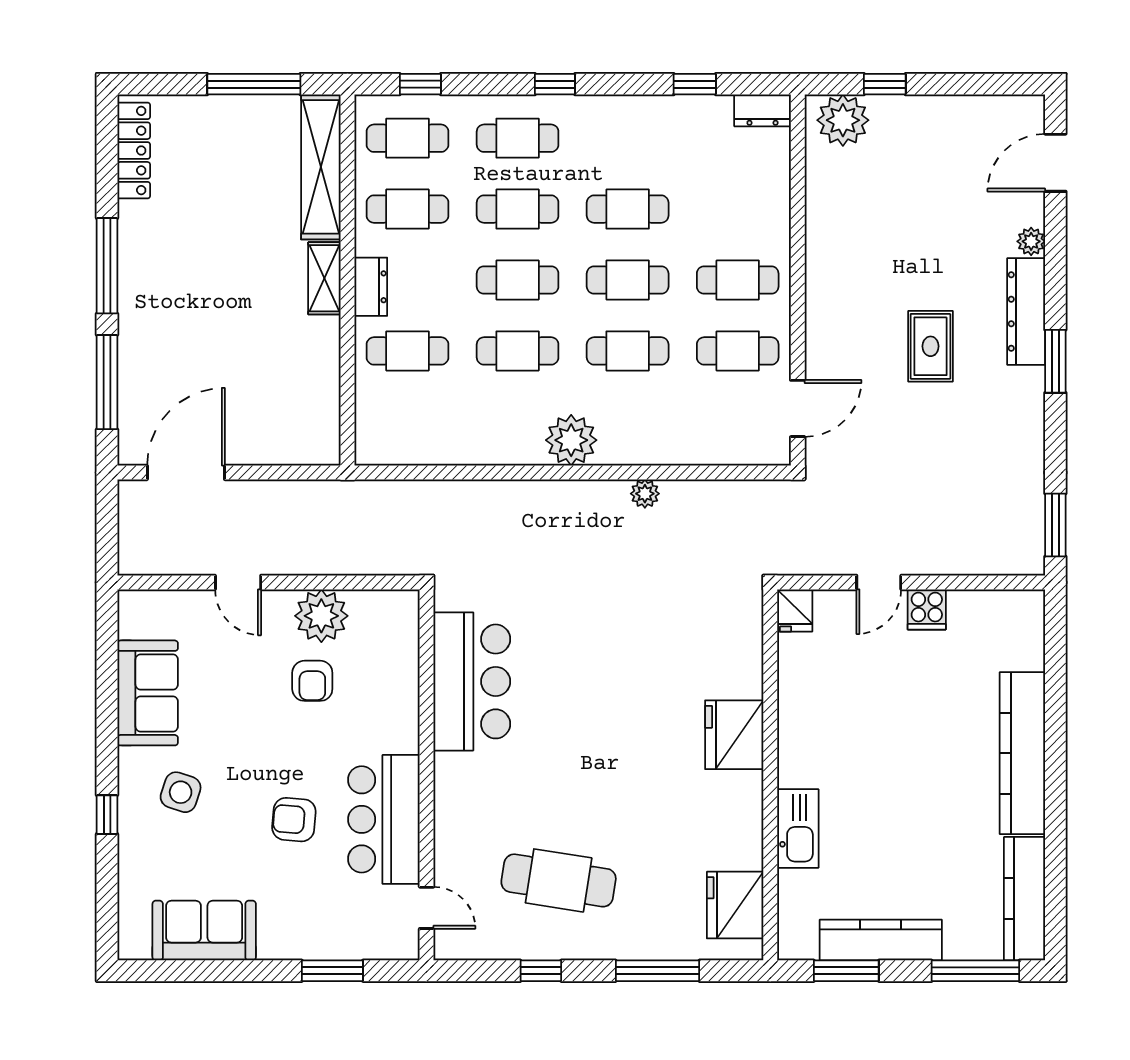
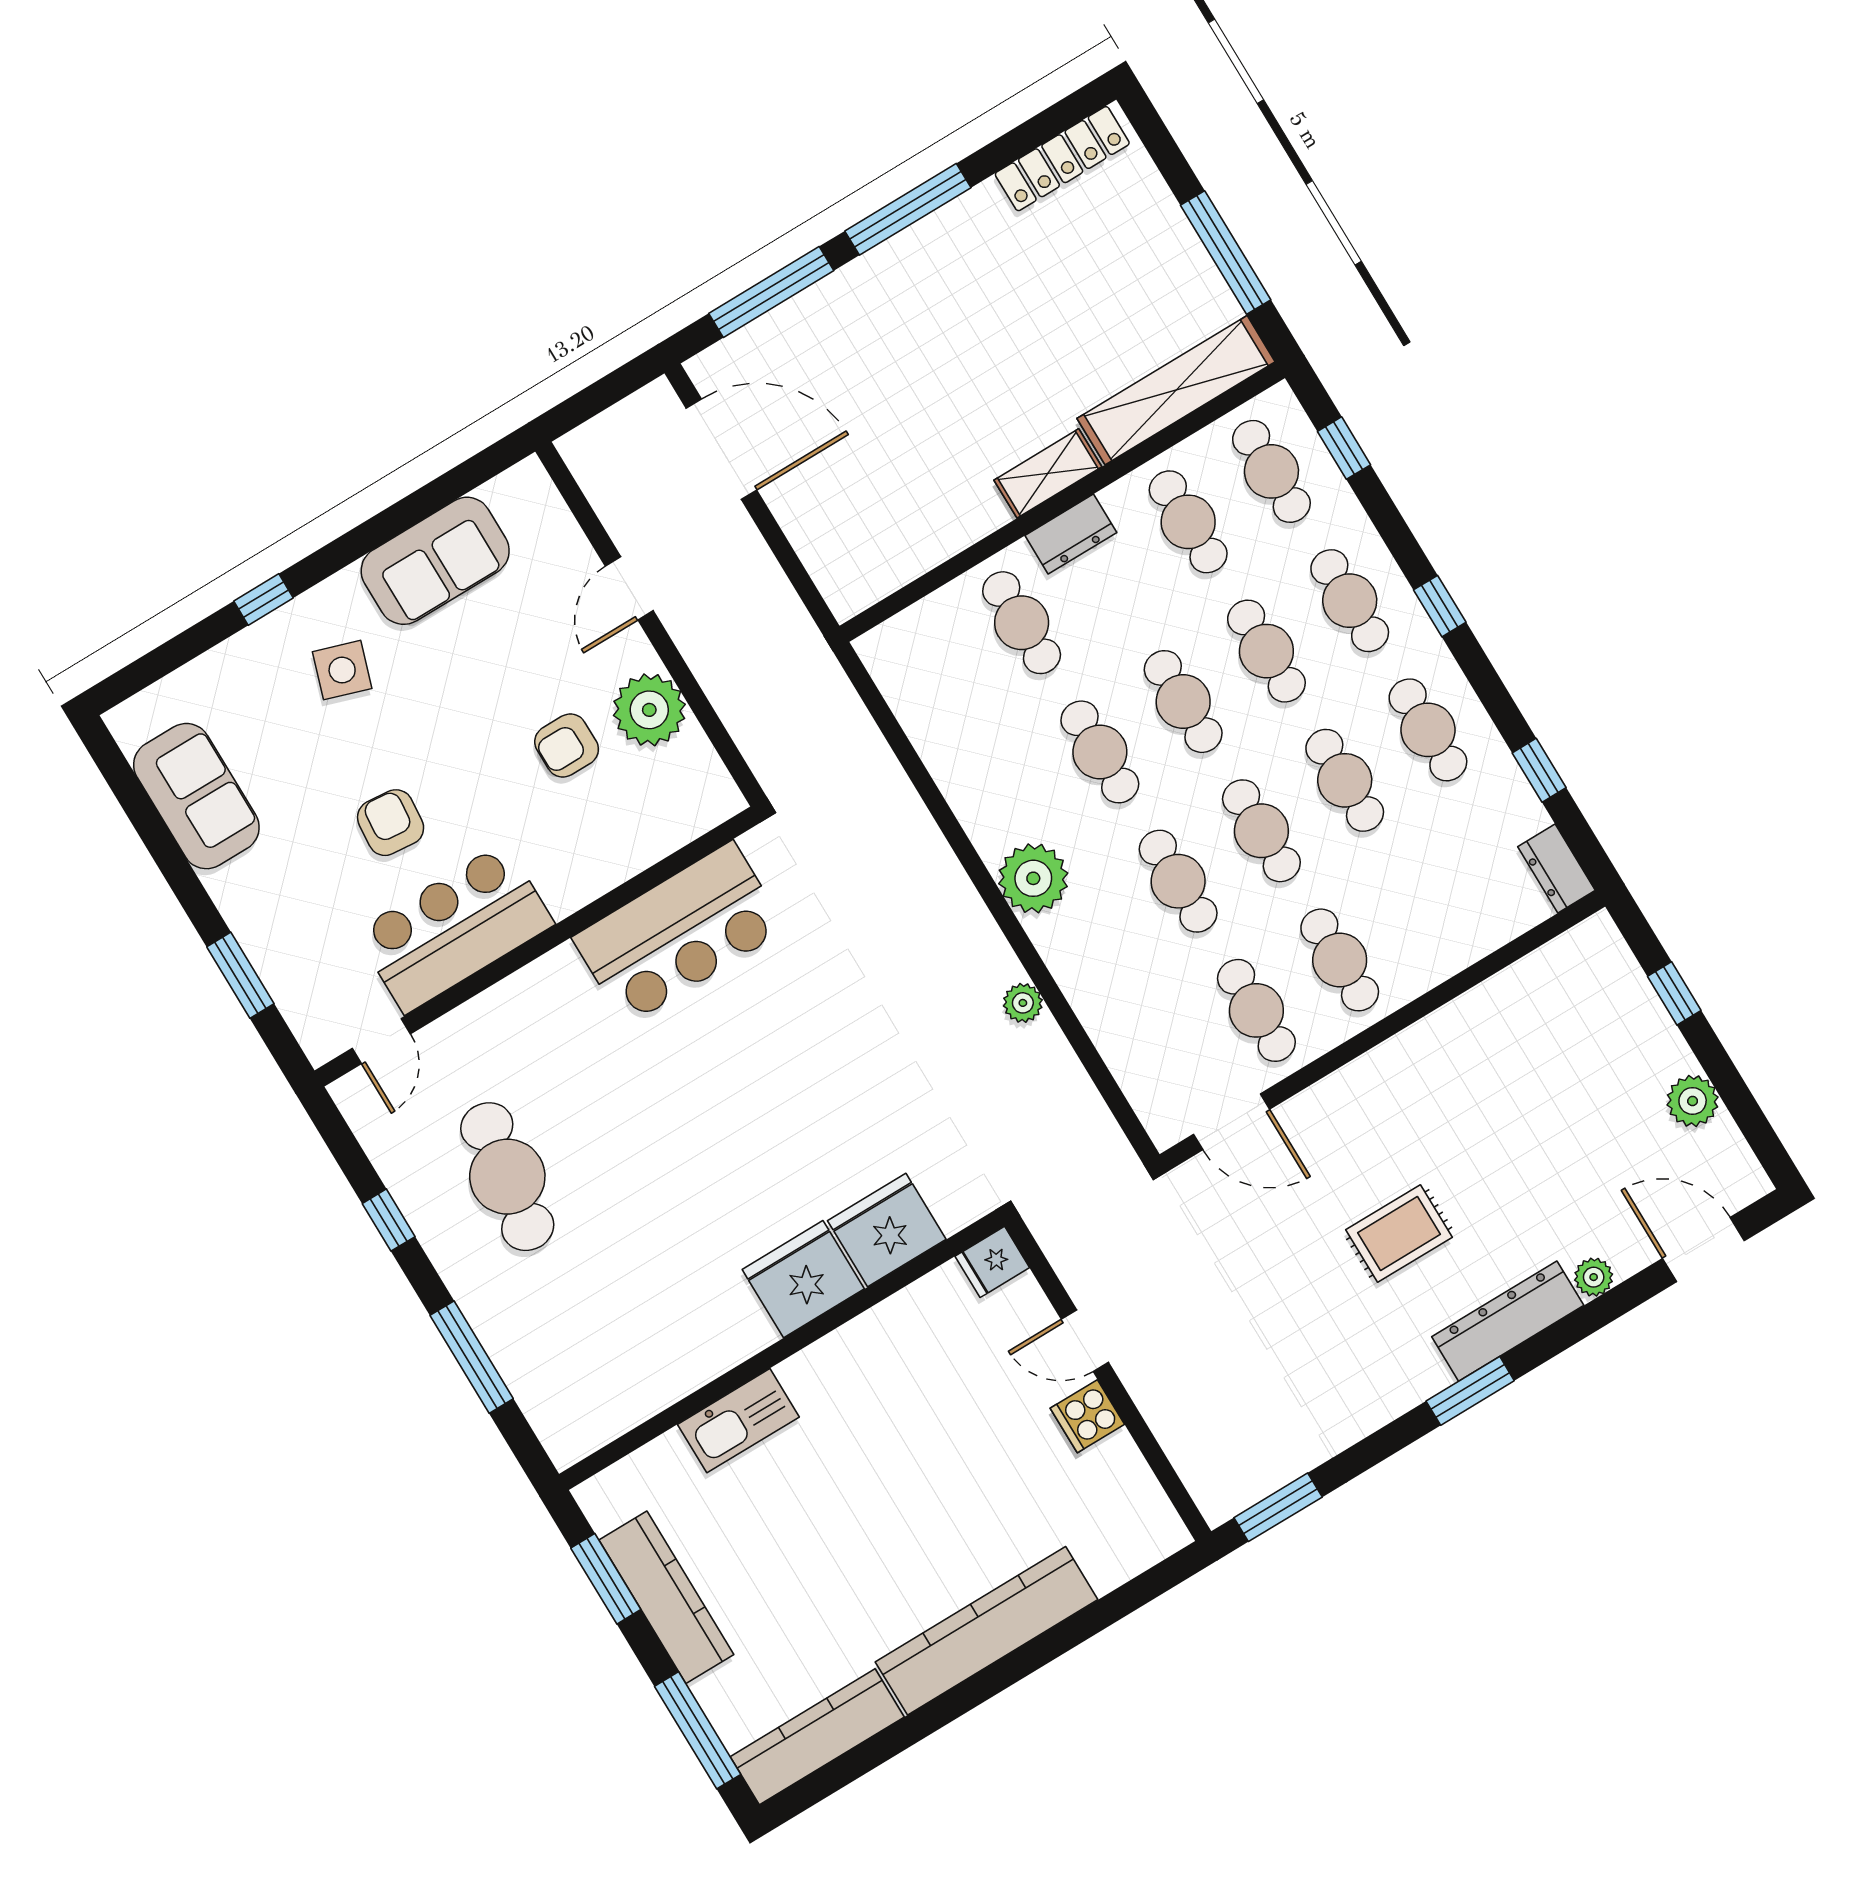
plant: (843, 120) -> (1693, 1101), moved, width x0.73, depth x0.73
cafe table: (628, 138) -> (1428, 730), added
fridge: (735, 905) -> (887, 1230), moved

